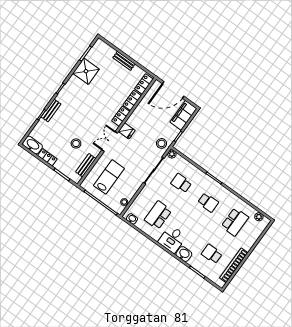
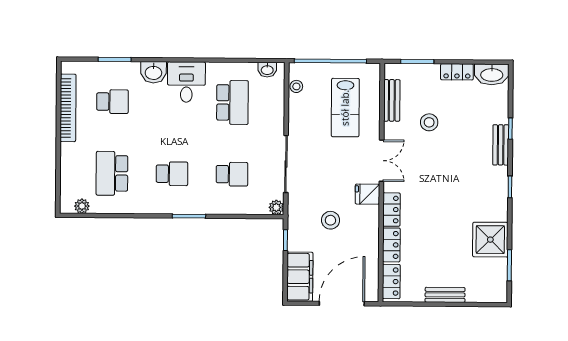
stool: (162, 143) -> (330, 220), moved
school desk: (208, 202) -> (172, 174), turned 180

